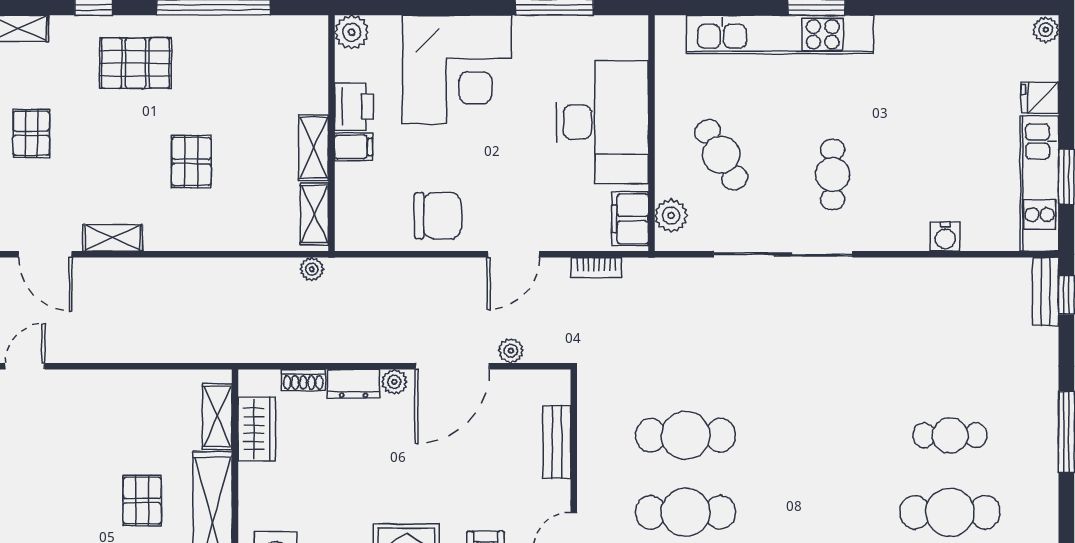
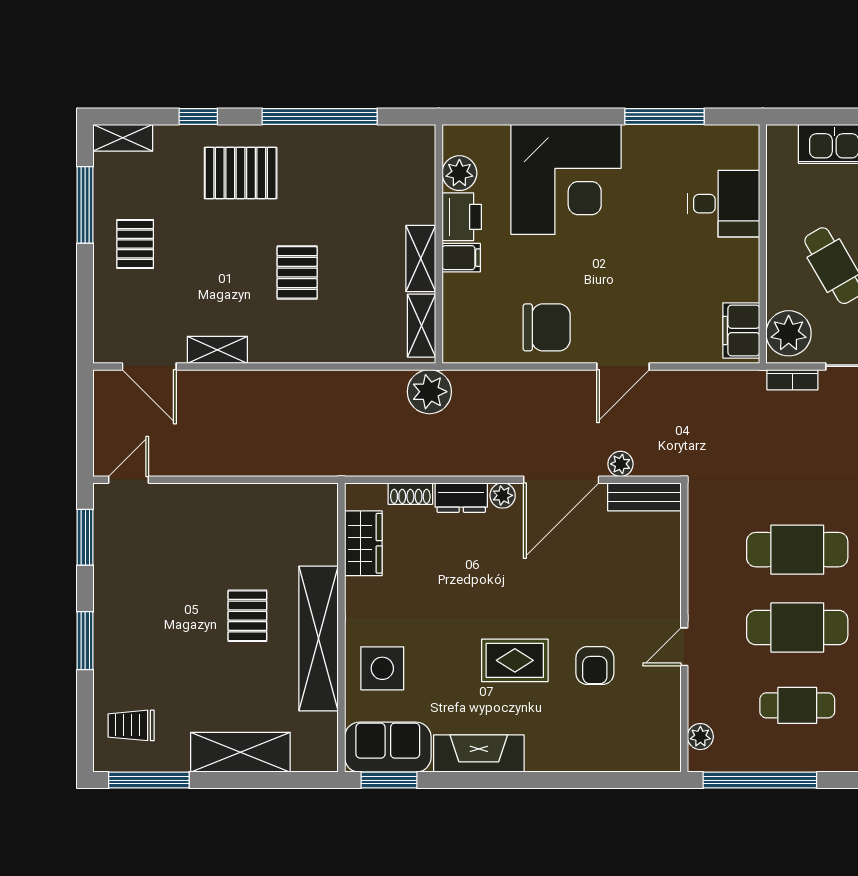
plant: (352, 32) -> (459, 173), moved
desk: (602, 122) -> (724, 204), width x0.53, depth x0.77
plant: (671, 216) -> (789, 333), width x1.36, depth x1.36
bookcase: (596, 268) -> (792, 380), moved
plant: (312, 269) -> (429, 392), width x1.88, depth x1.88
shelving: (217, 417) -> (323, 531), removed
bench: (557, 442) -> (644, 497), moved, turned 90

